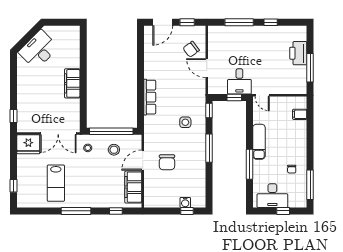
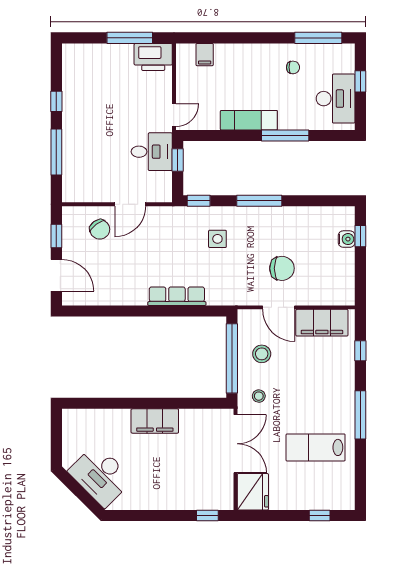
printer: (298, 53) -> (153, 57), moved
lab bench: (56, 183) -> (316, 447), turned 180

